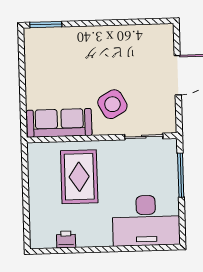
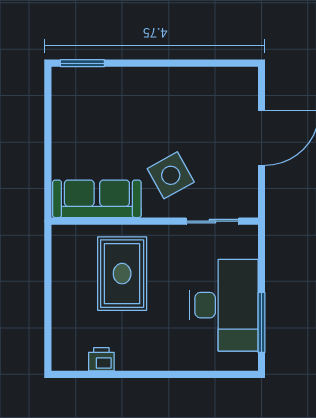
window: (181, 175) -> (261, 322), moved
desk: (146, 221) -> (224, 305), moved, turned -90

